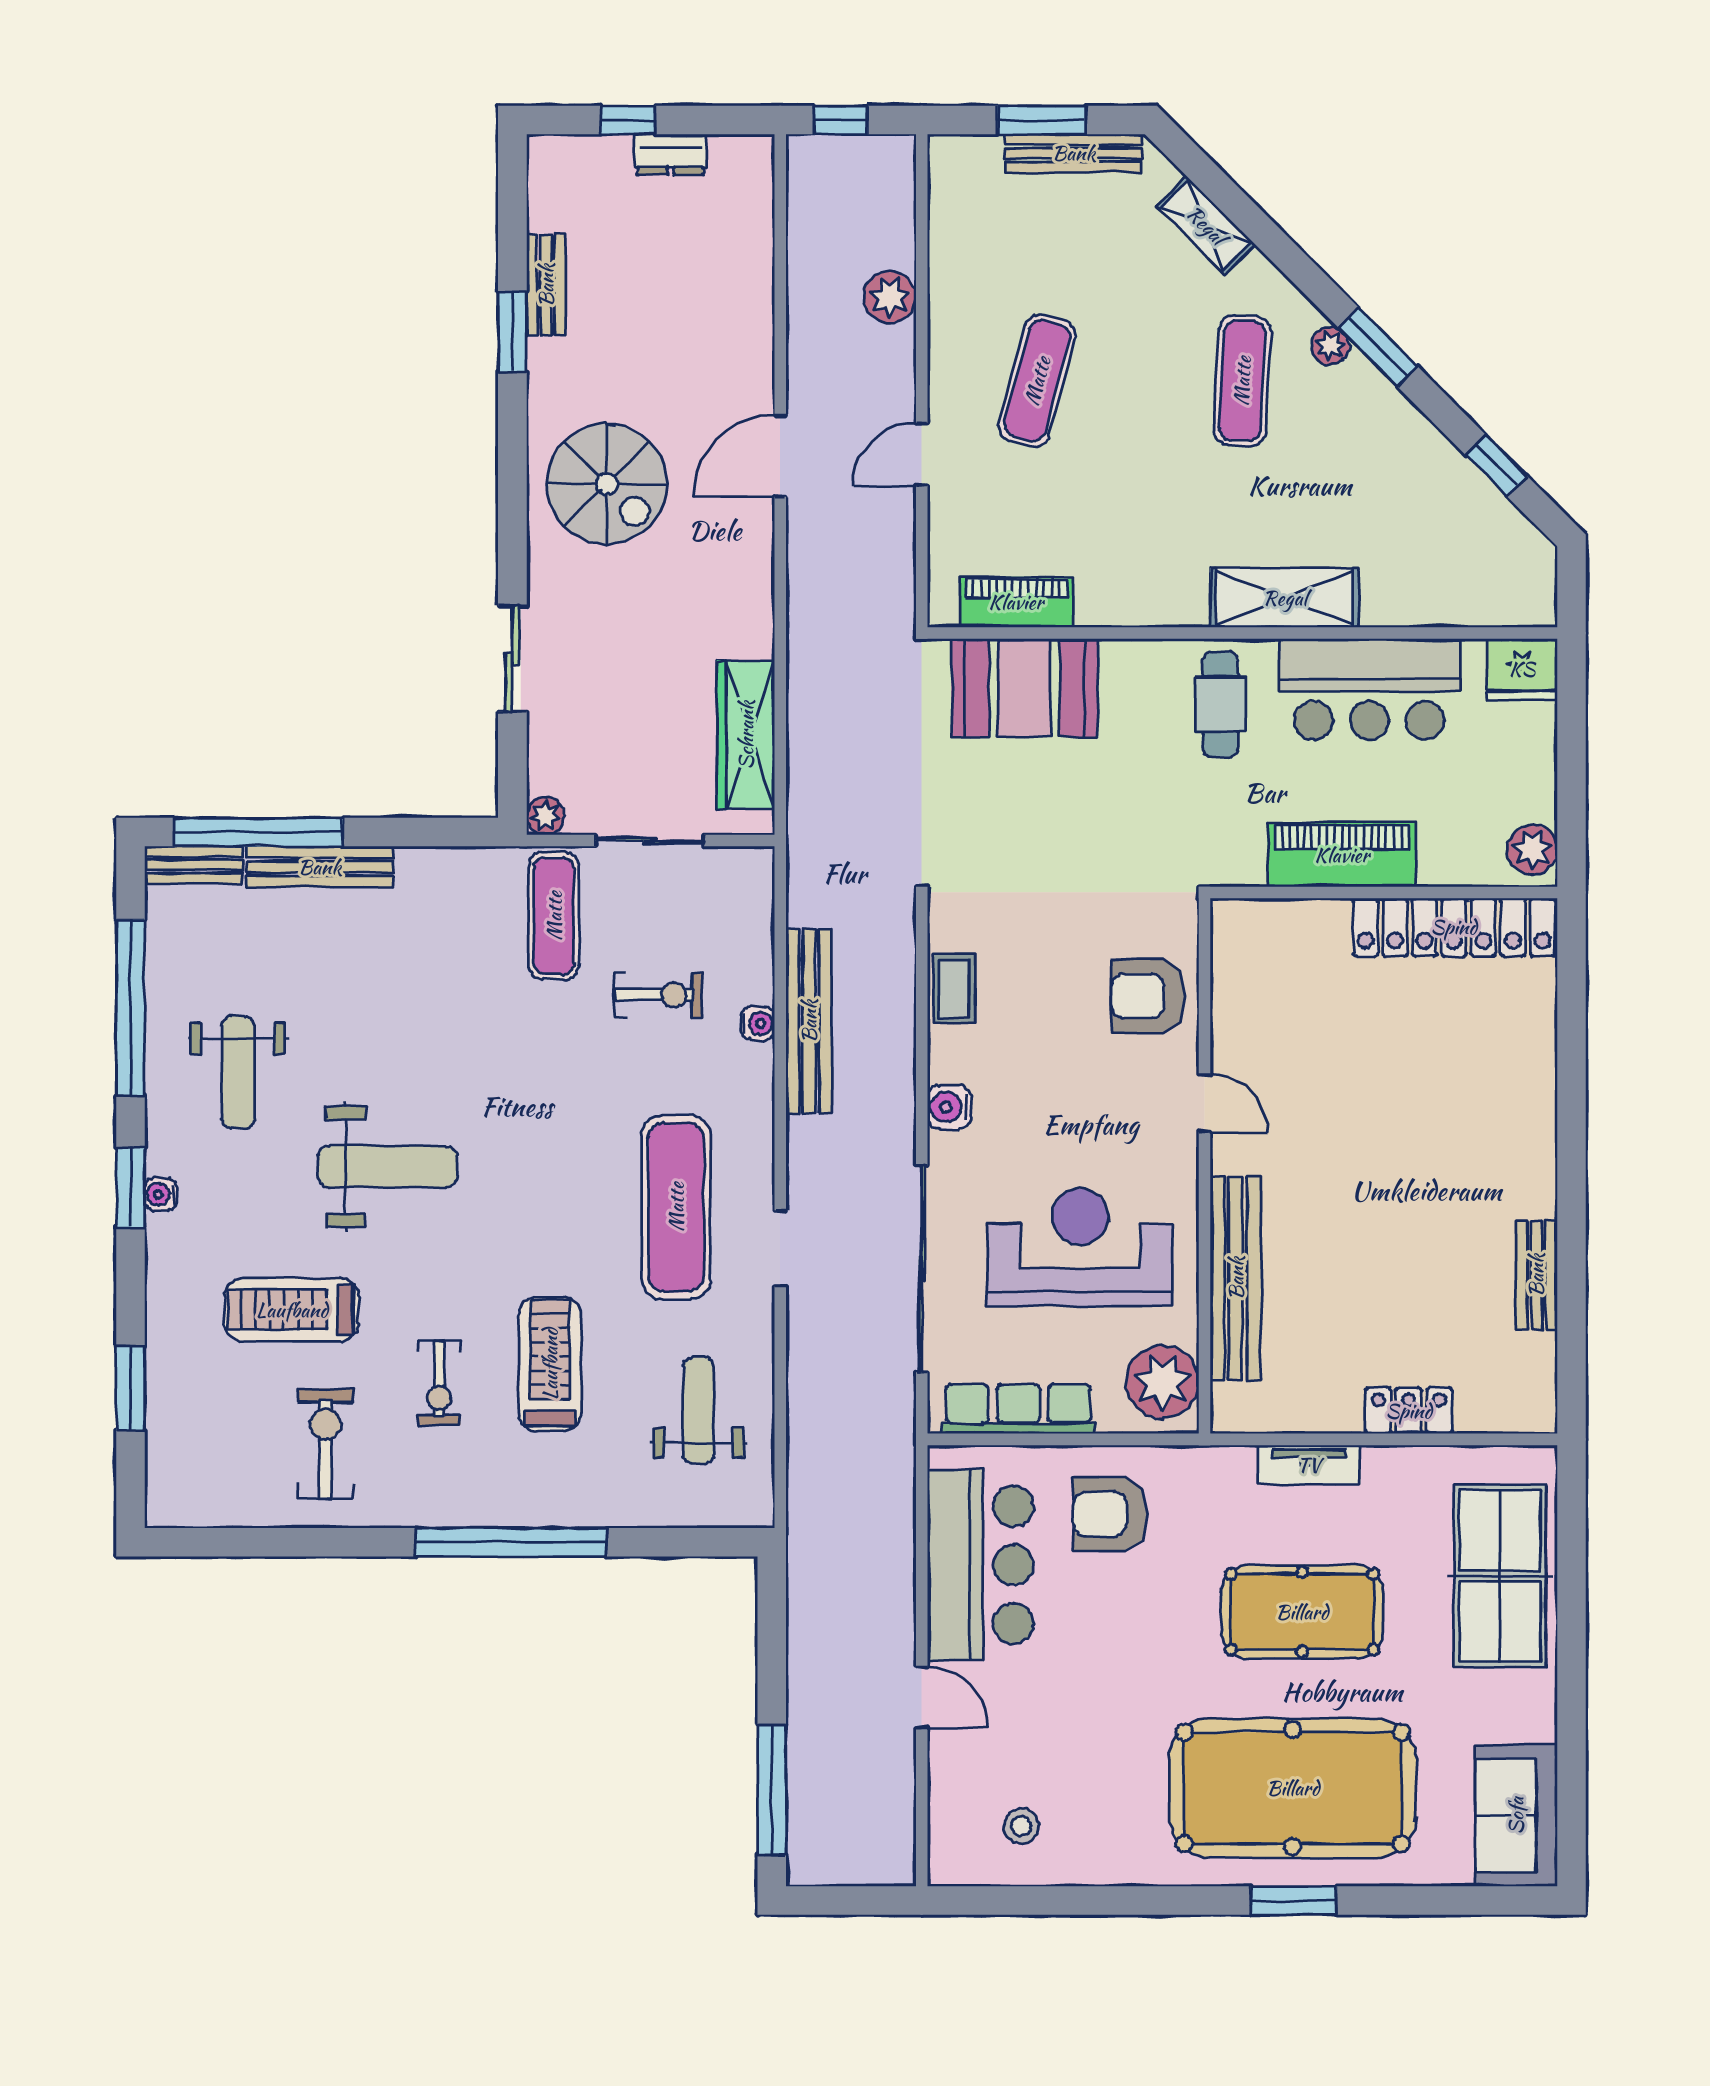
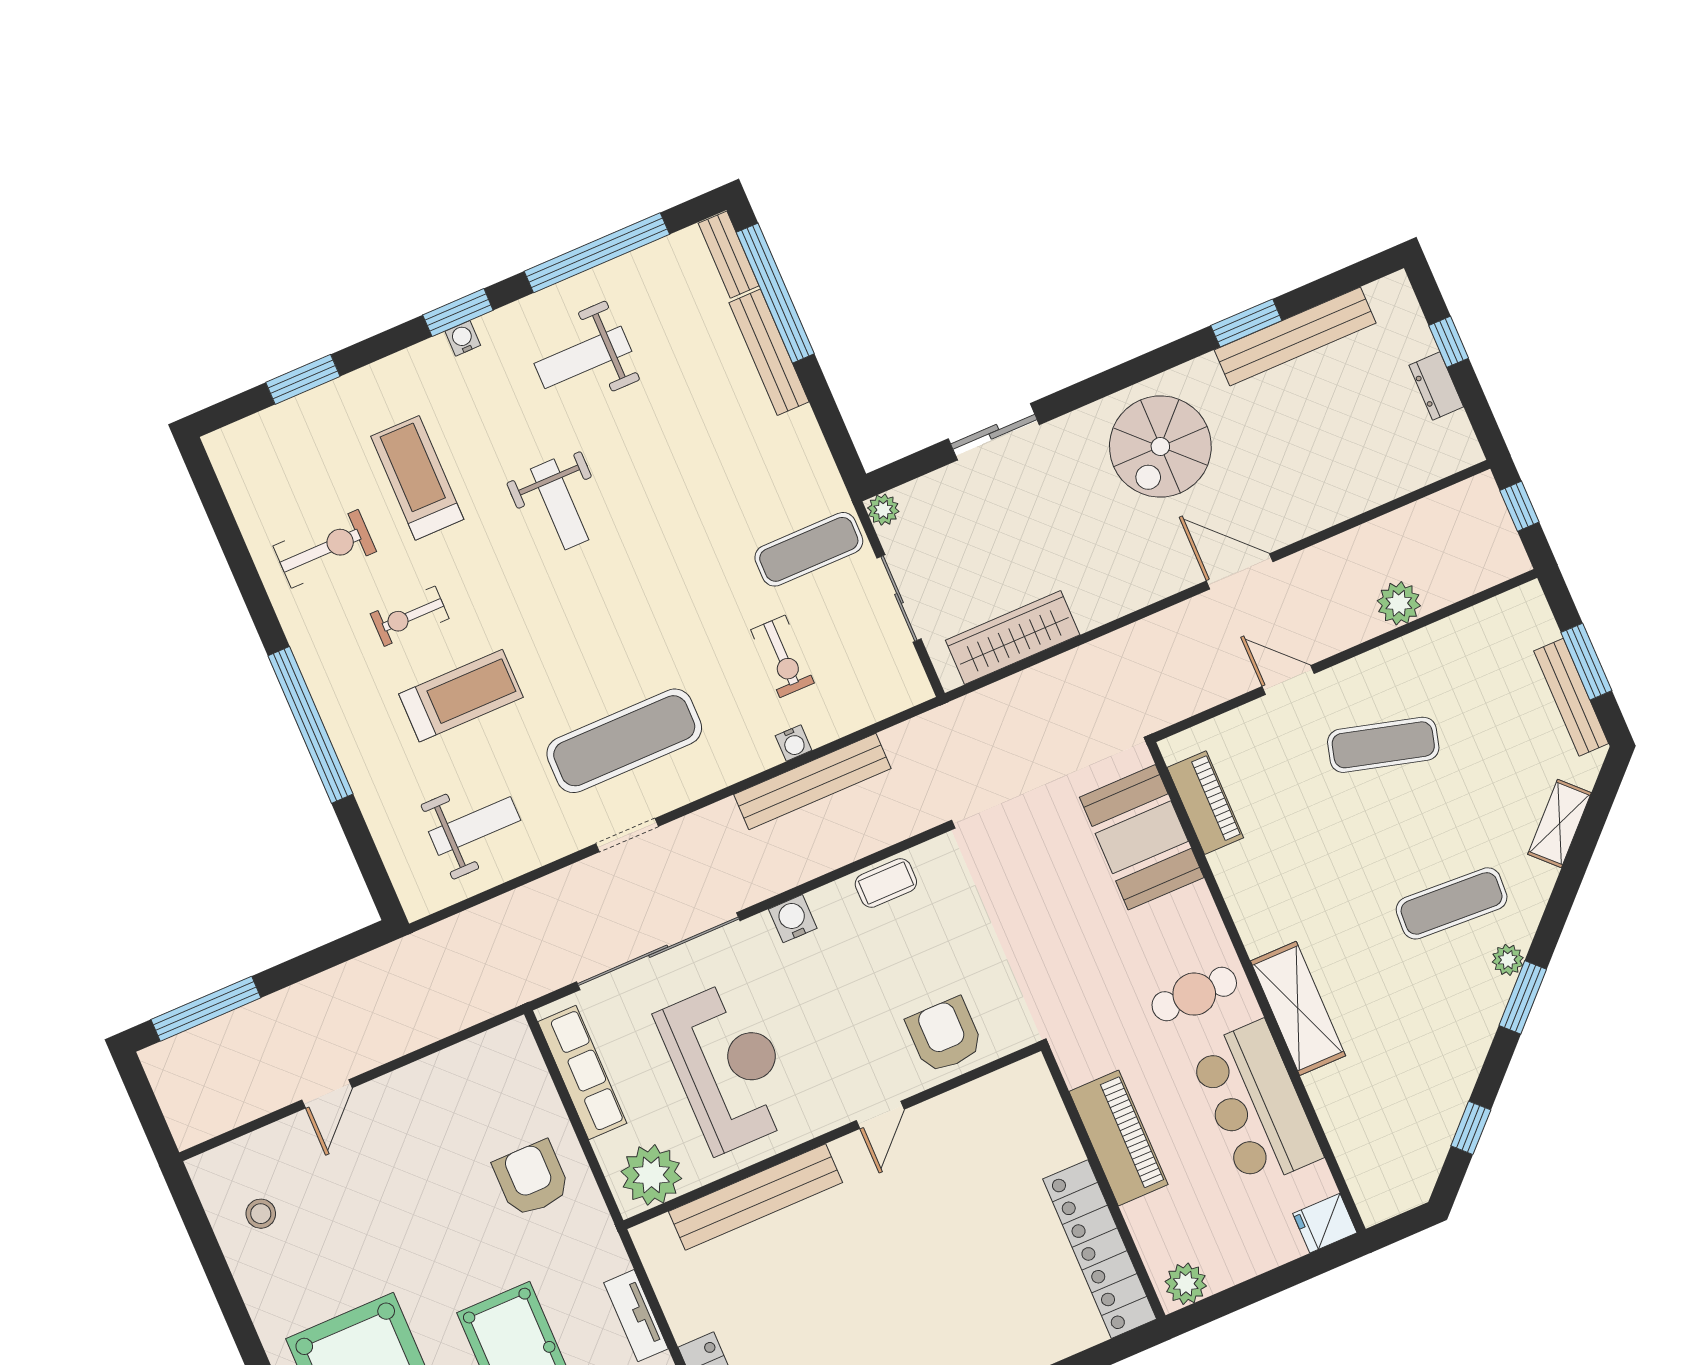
bench: (546, 285) -> (1295, 337), width x1.86, depth x1.21
fridge: (1522, 669) -> (1325, 1223), width x0.72
weight bench: (388, 1167) -> (560, 504), width x0.73, depth x0.75
bar counter: (980, 1565) -> (449, 1095), removed

